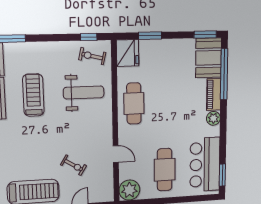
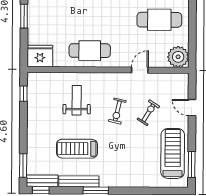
window: (150, 36) -> (24, 16), moved
exercise bike: (92, 56) -> (117, 111), moved
weight bench: (84, 92) -> (77, 100), width x0.73, depth x0.75

